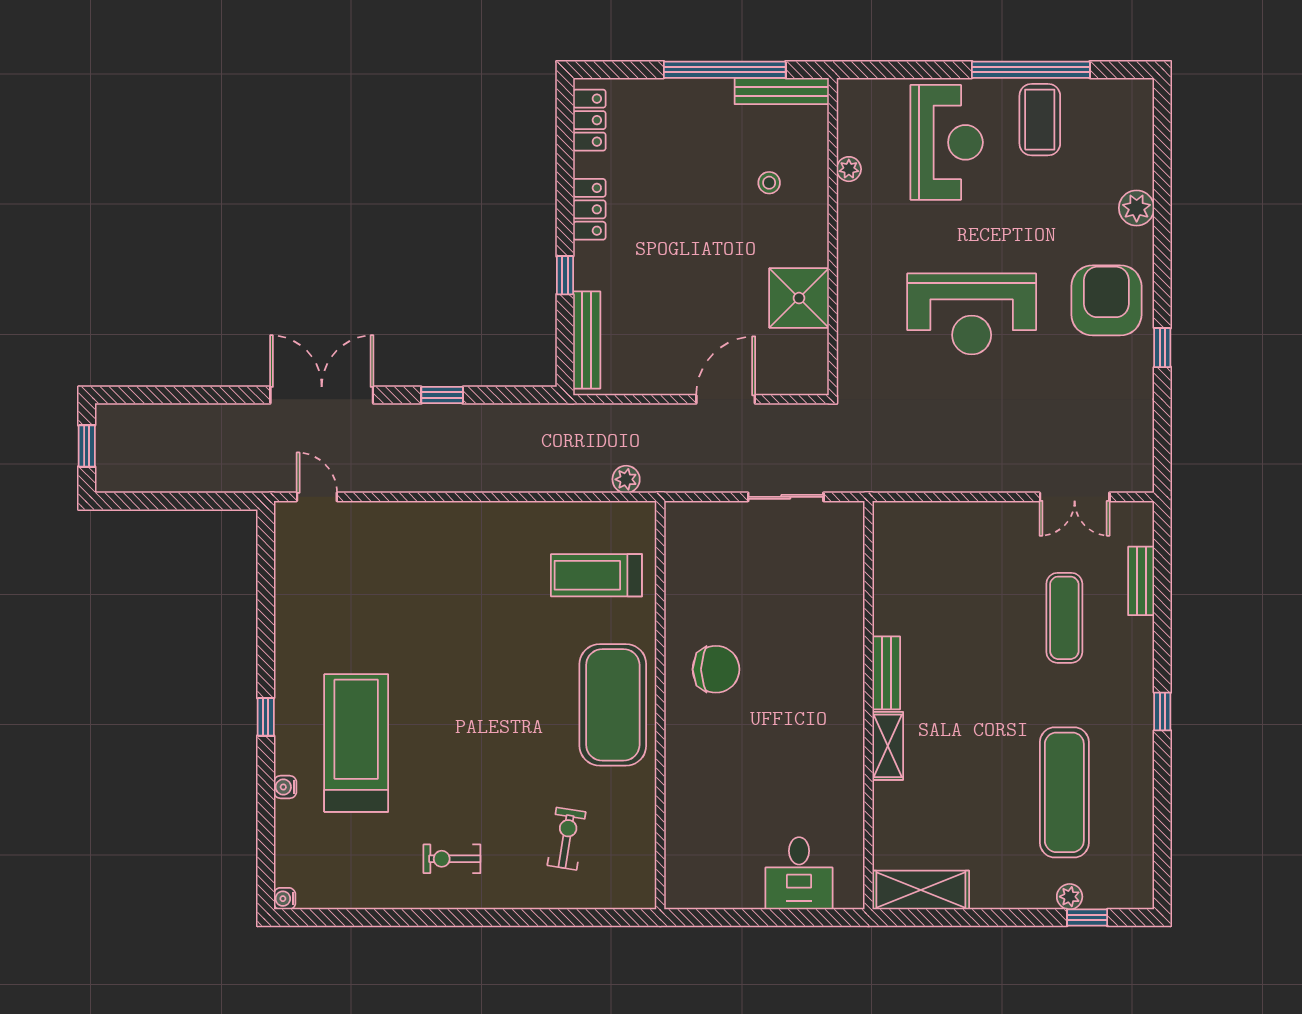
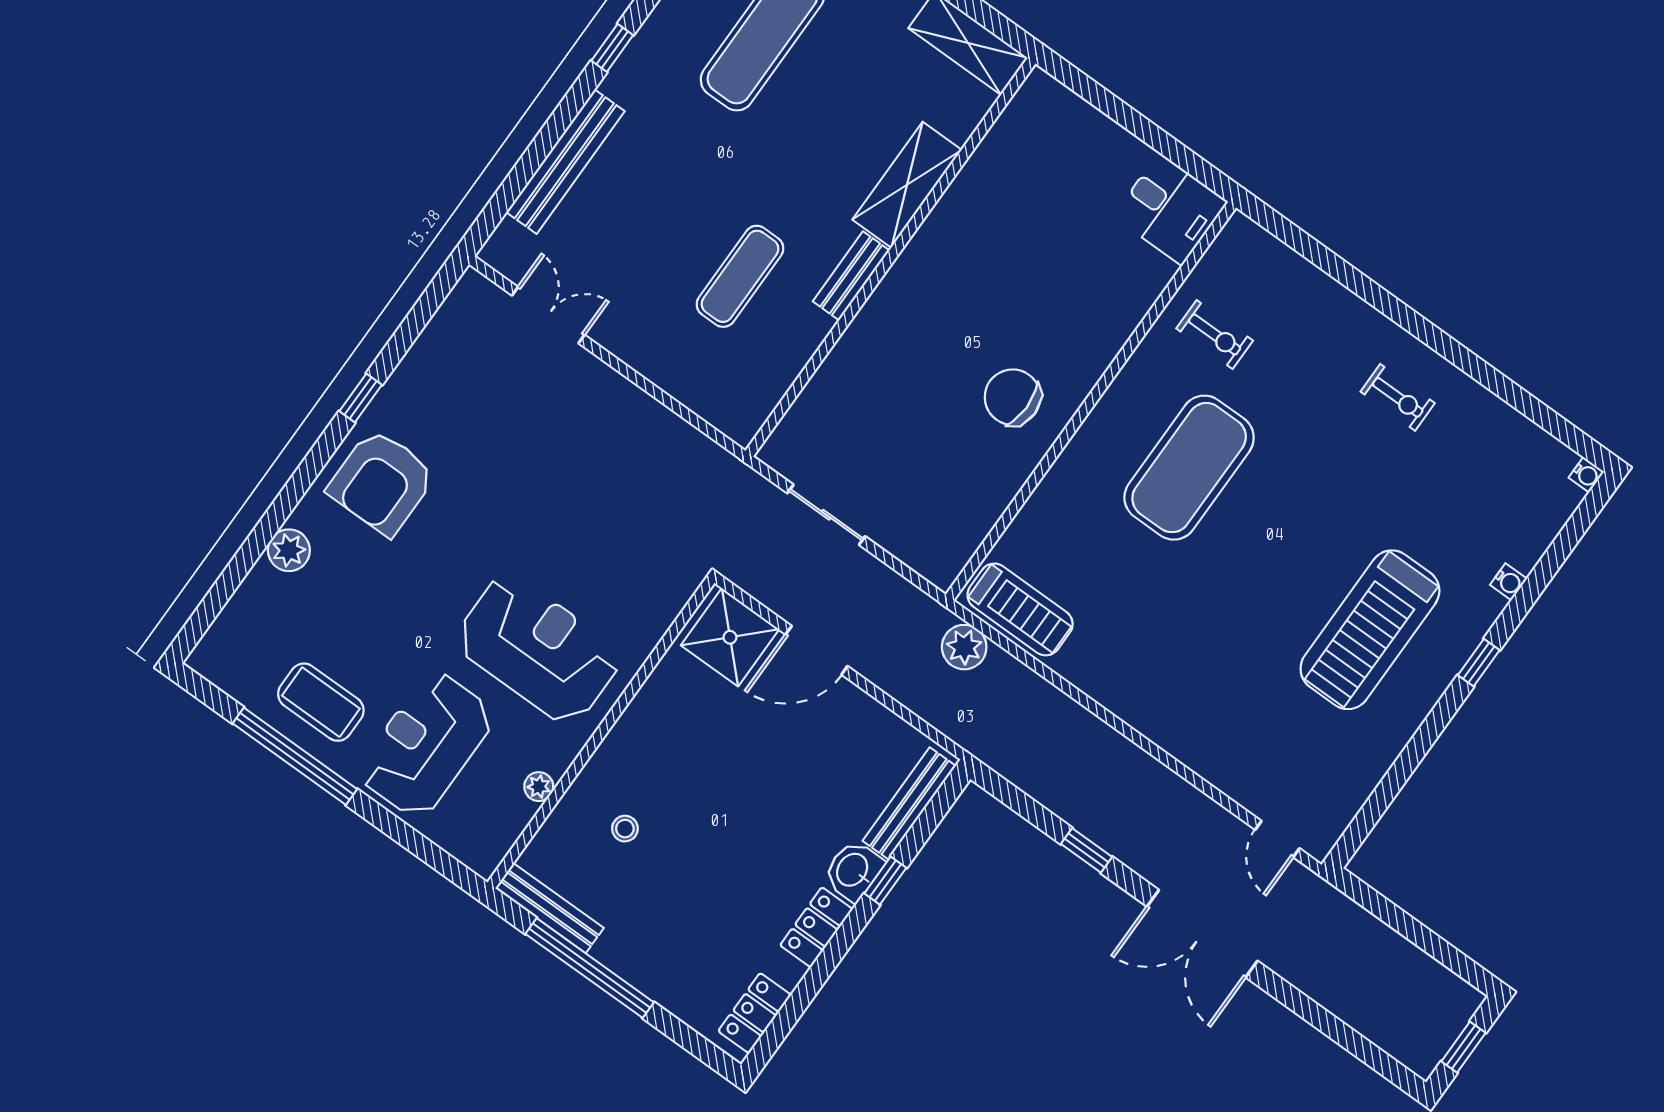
coffee table: (1040, 120) -> (321, 702), turned 90
washbasin: (592, 266) -> (853, 871), added
shower: (799, 298) -> (730, 637), moved
reception desk: (972, 314) -> (538, 649), moved
plant: (626, 479) -> (964, 647), width x1.38, depth x1.38
treadmill: (596, 575) -> (1020, 609), moved
bench: (1141, 581) -> (566, 162), width x1.86, depth x1.21
exercise mat: (1064, 618) -> (740, 276), moved
exercise mat: (613, 705) -> (1189, 468), moved
treadmill: (356, 743) -> (1370, 630), moved
shelving: (888, 746) -> (907, 185), width x1.50, depth x1.33
exercise bike: (566, 839) -> (1215, 334), moved, turned -99
desk: (799, 873) -> (1170, 209), moved, turned 90

